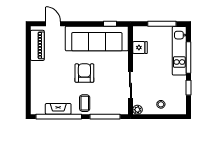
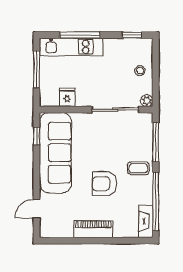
piano: (37, 45) -> (93, 229), moved
armchair: (84, 73) -> (104, 184), moved
sliding door: (130, 85) -> (115, 110), width x1.37
window: (189, 88) -> (132, 35), moved
fireplace: (58, 109) -> (146, 221), moved

